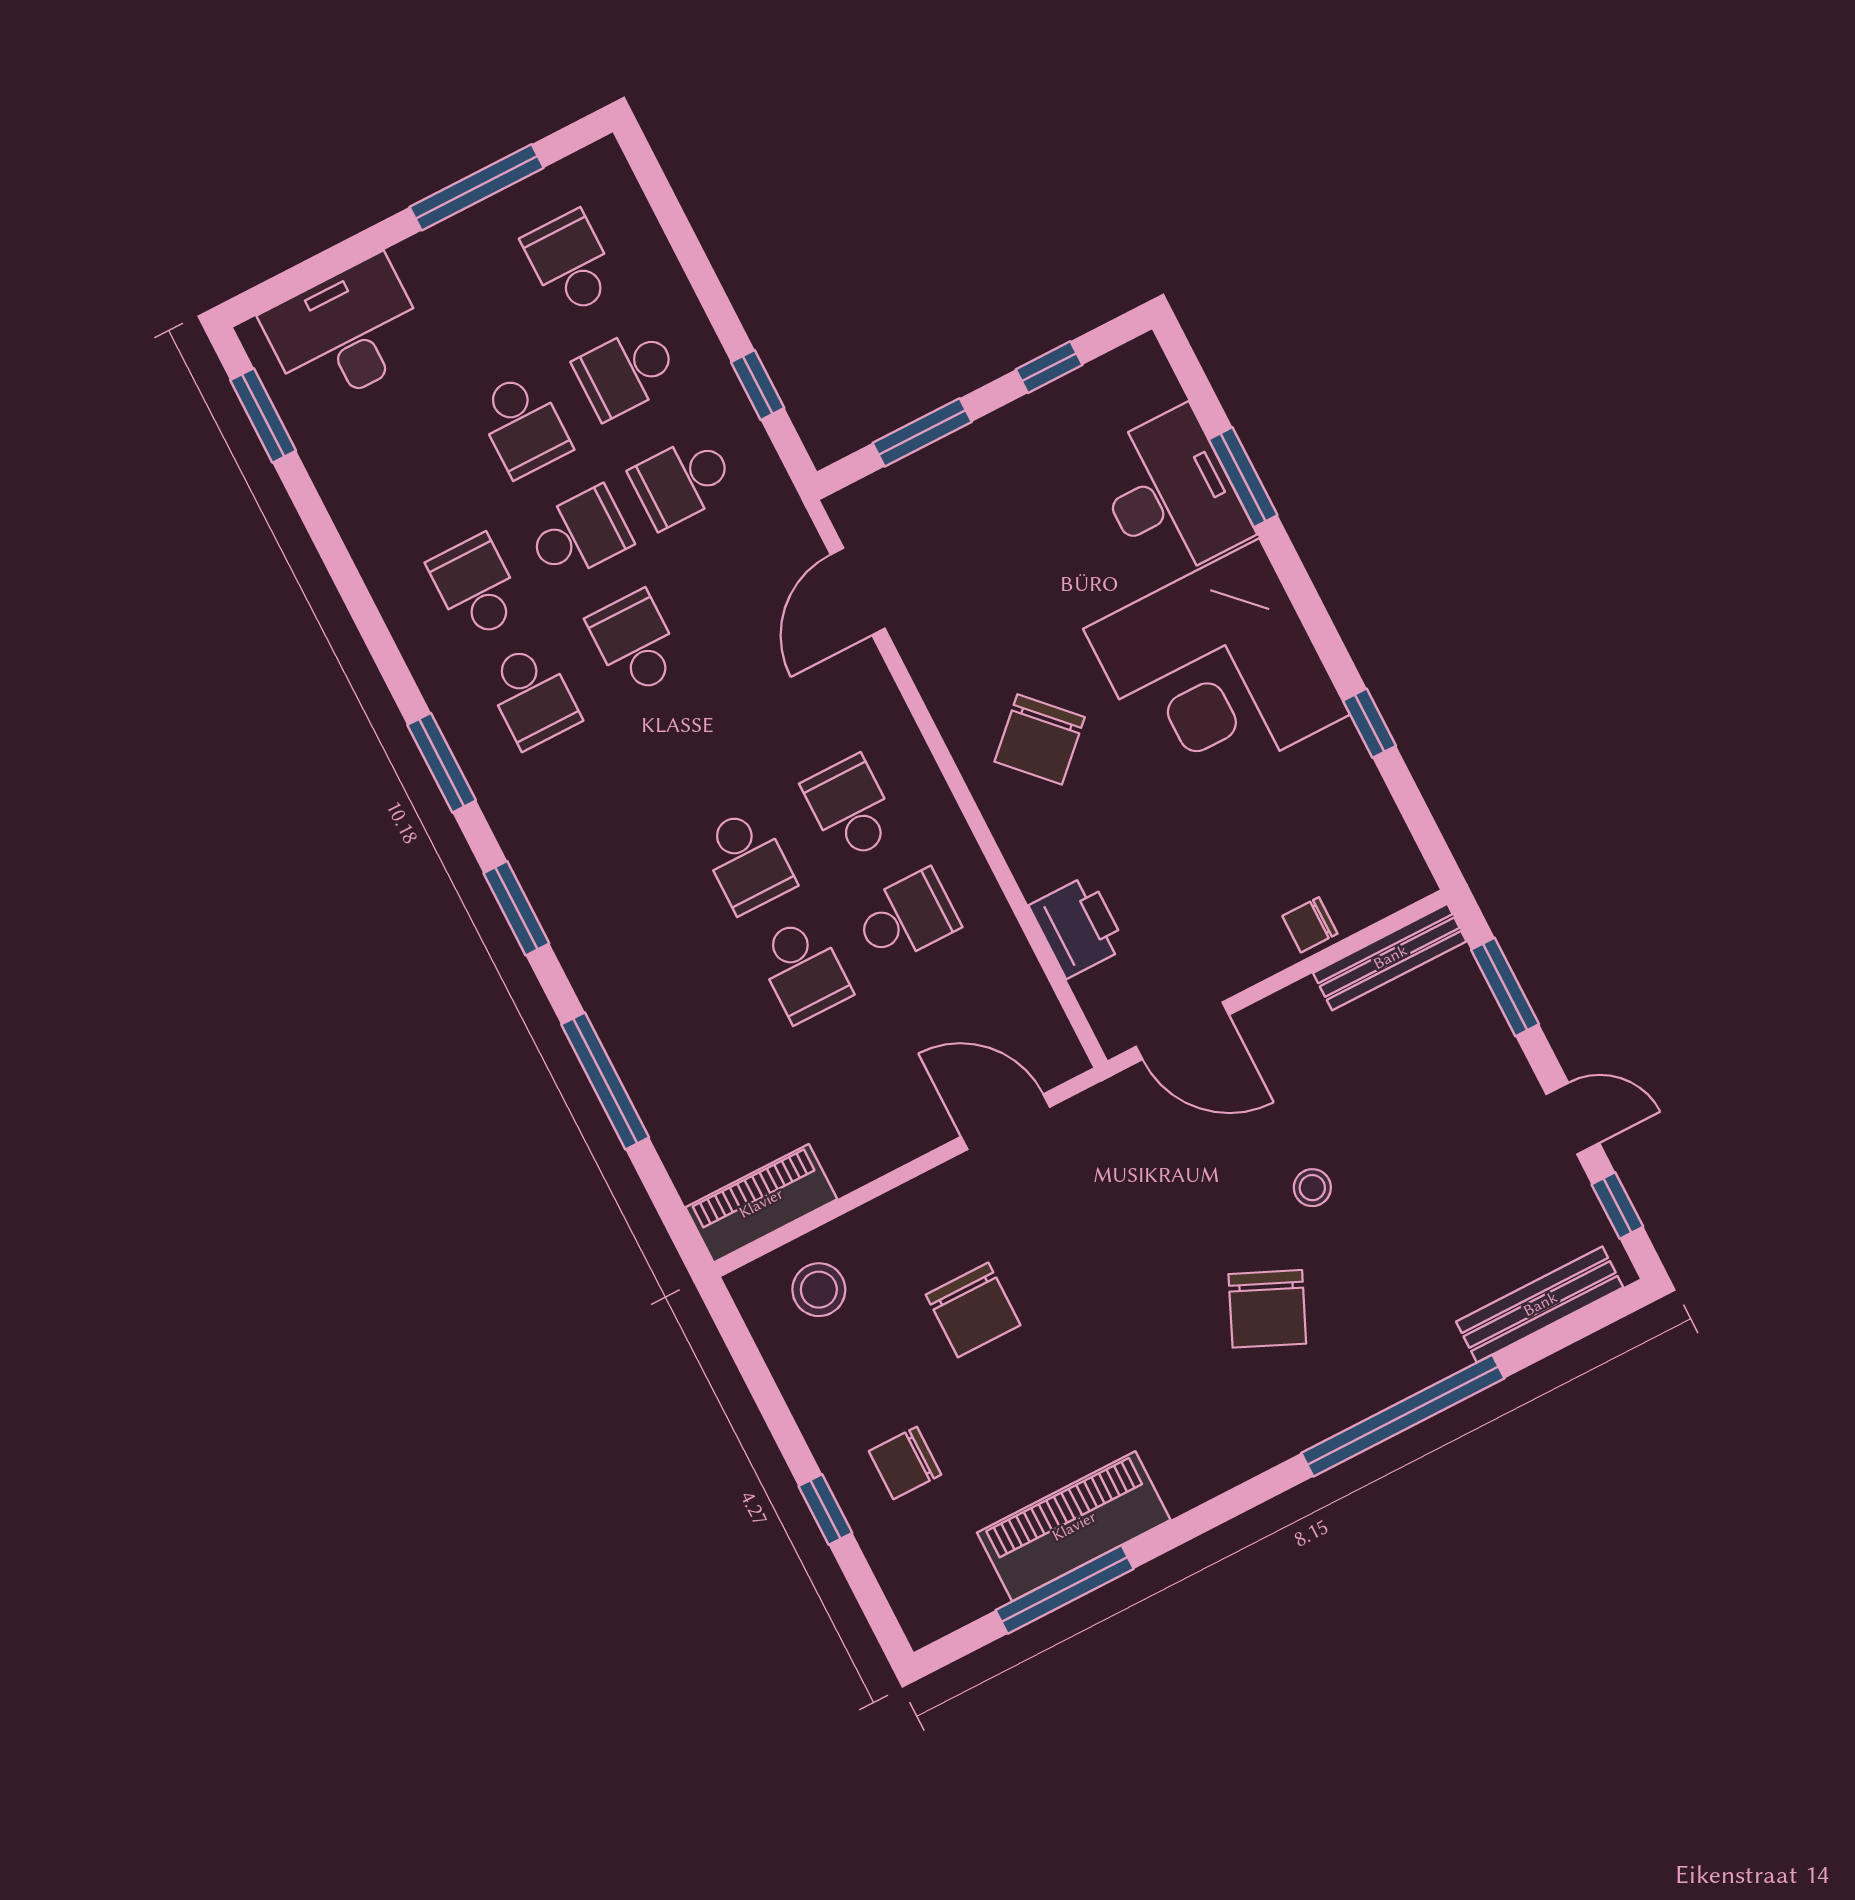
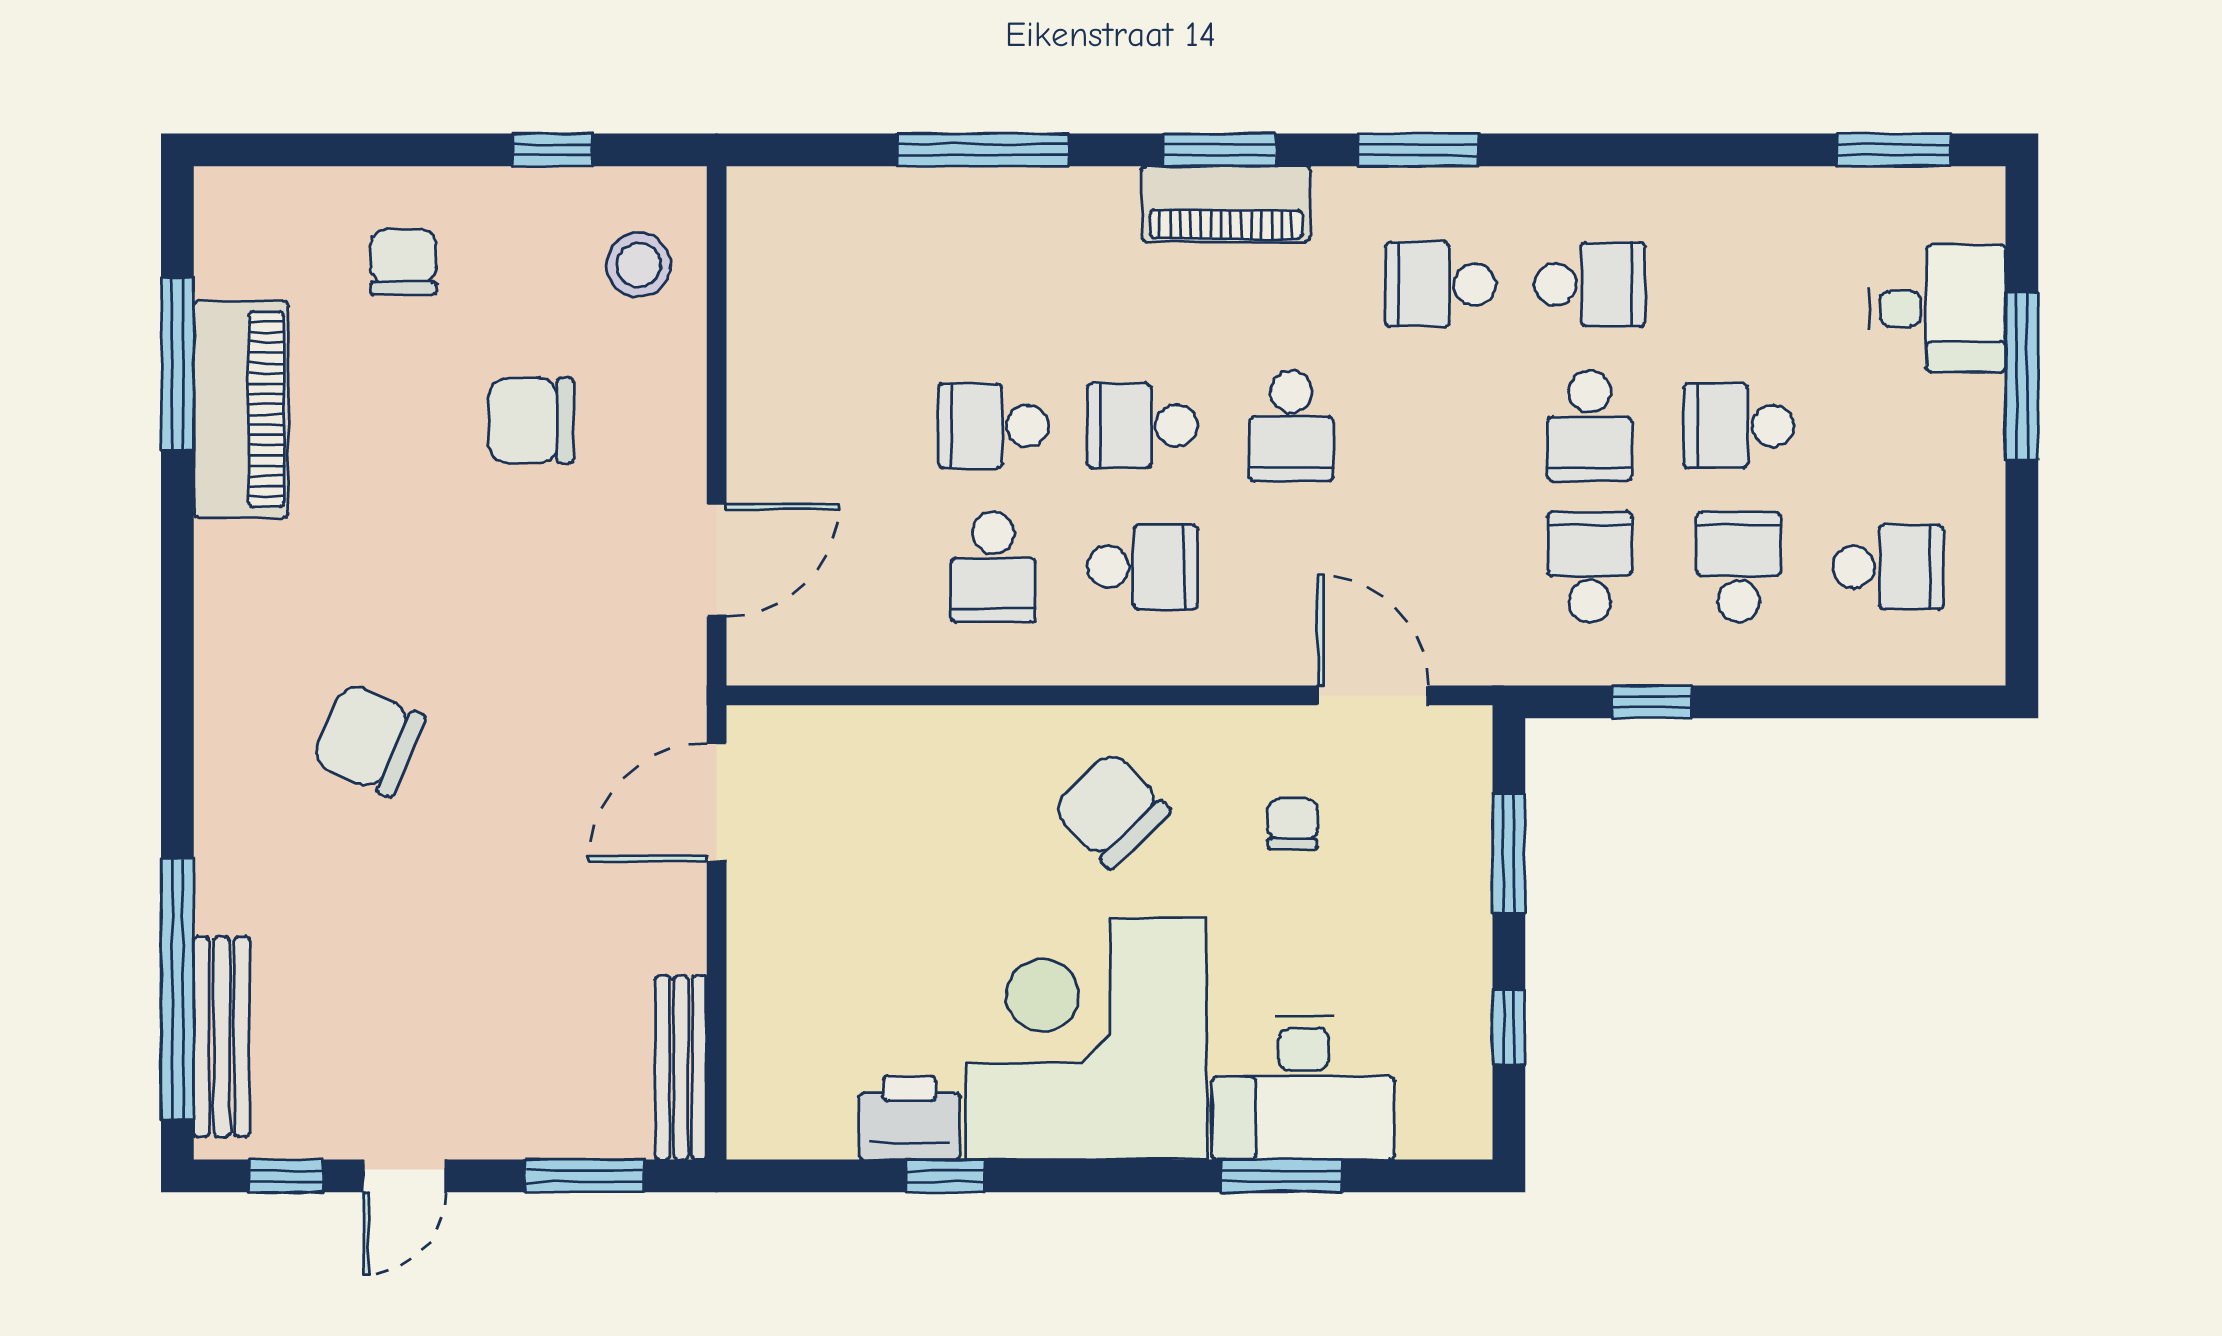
window: (477, 187) -> (2022, 376), moved
desk: (346, 333) -> (1937, 309), width x0.73
school desk: (635, 643) -> (1291, 426), moved, turned 90
chair: (1310, 925) -> (1293, 824), moved
printer: (1078, 927) -> (909, 1118), moved, turned 180
stool: (1312, 1188) -> (475, 856), removed
piano: (761, 1203) -> (1226, 204), moved, turned 90
window: (1403, 1416) -> (177, 989), moved
window: (825, 1510) -> (553, 150), moved

